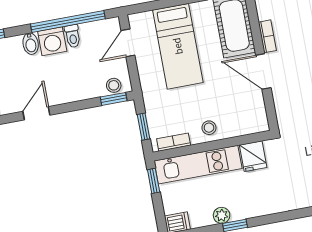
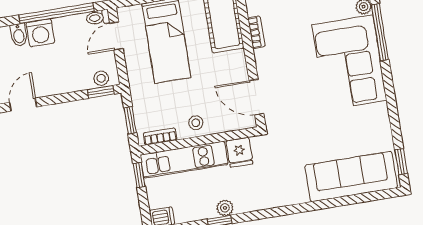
toilet: (73, 36) -> (98, 18), moved, turned 90
door: (263, 71) -> (256, 97), moved
plant: (222, 215) -> (225, 208), moved

